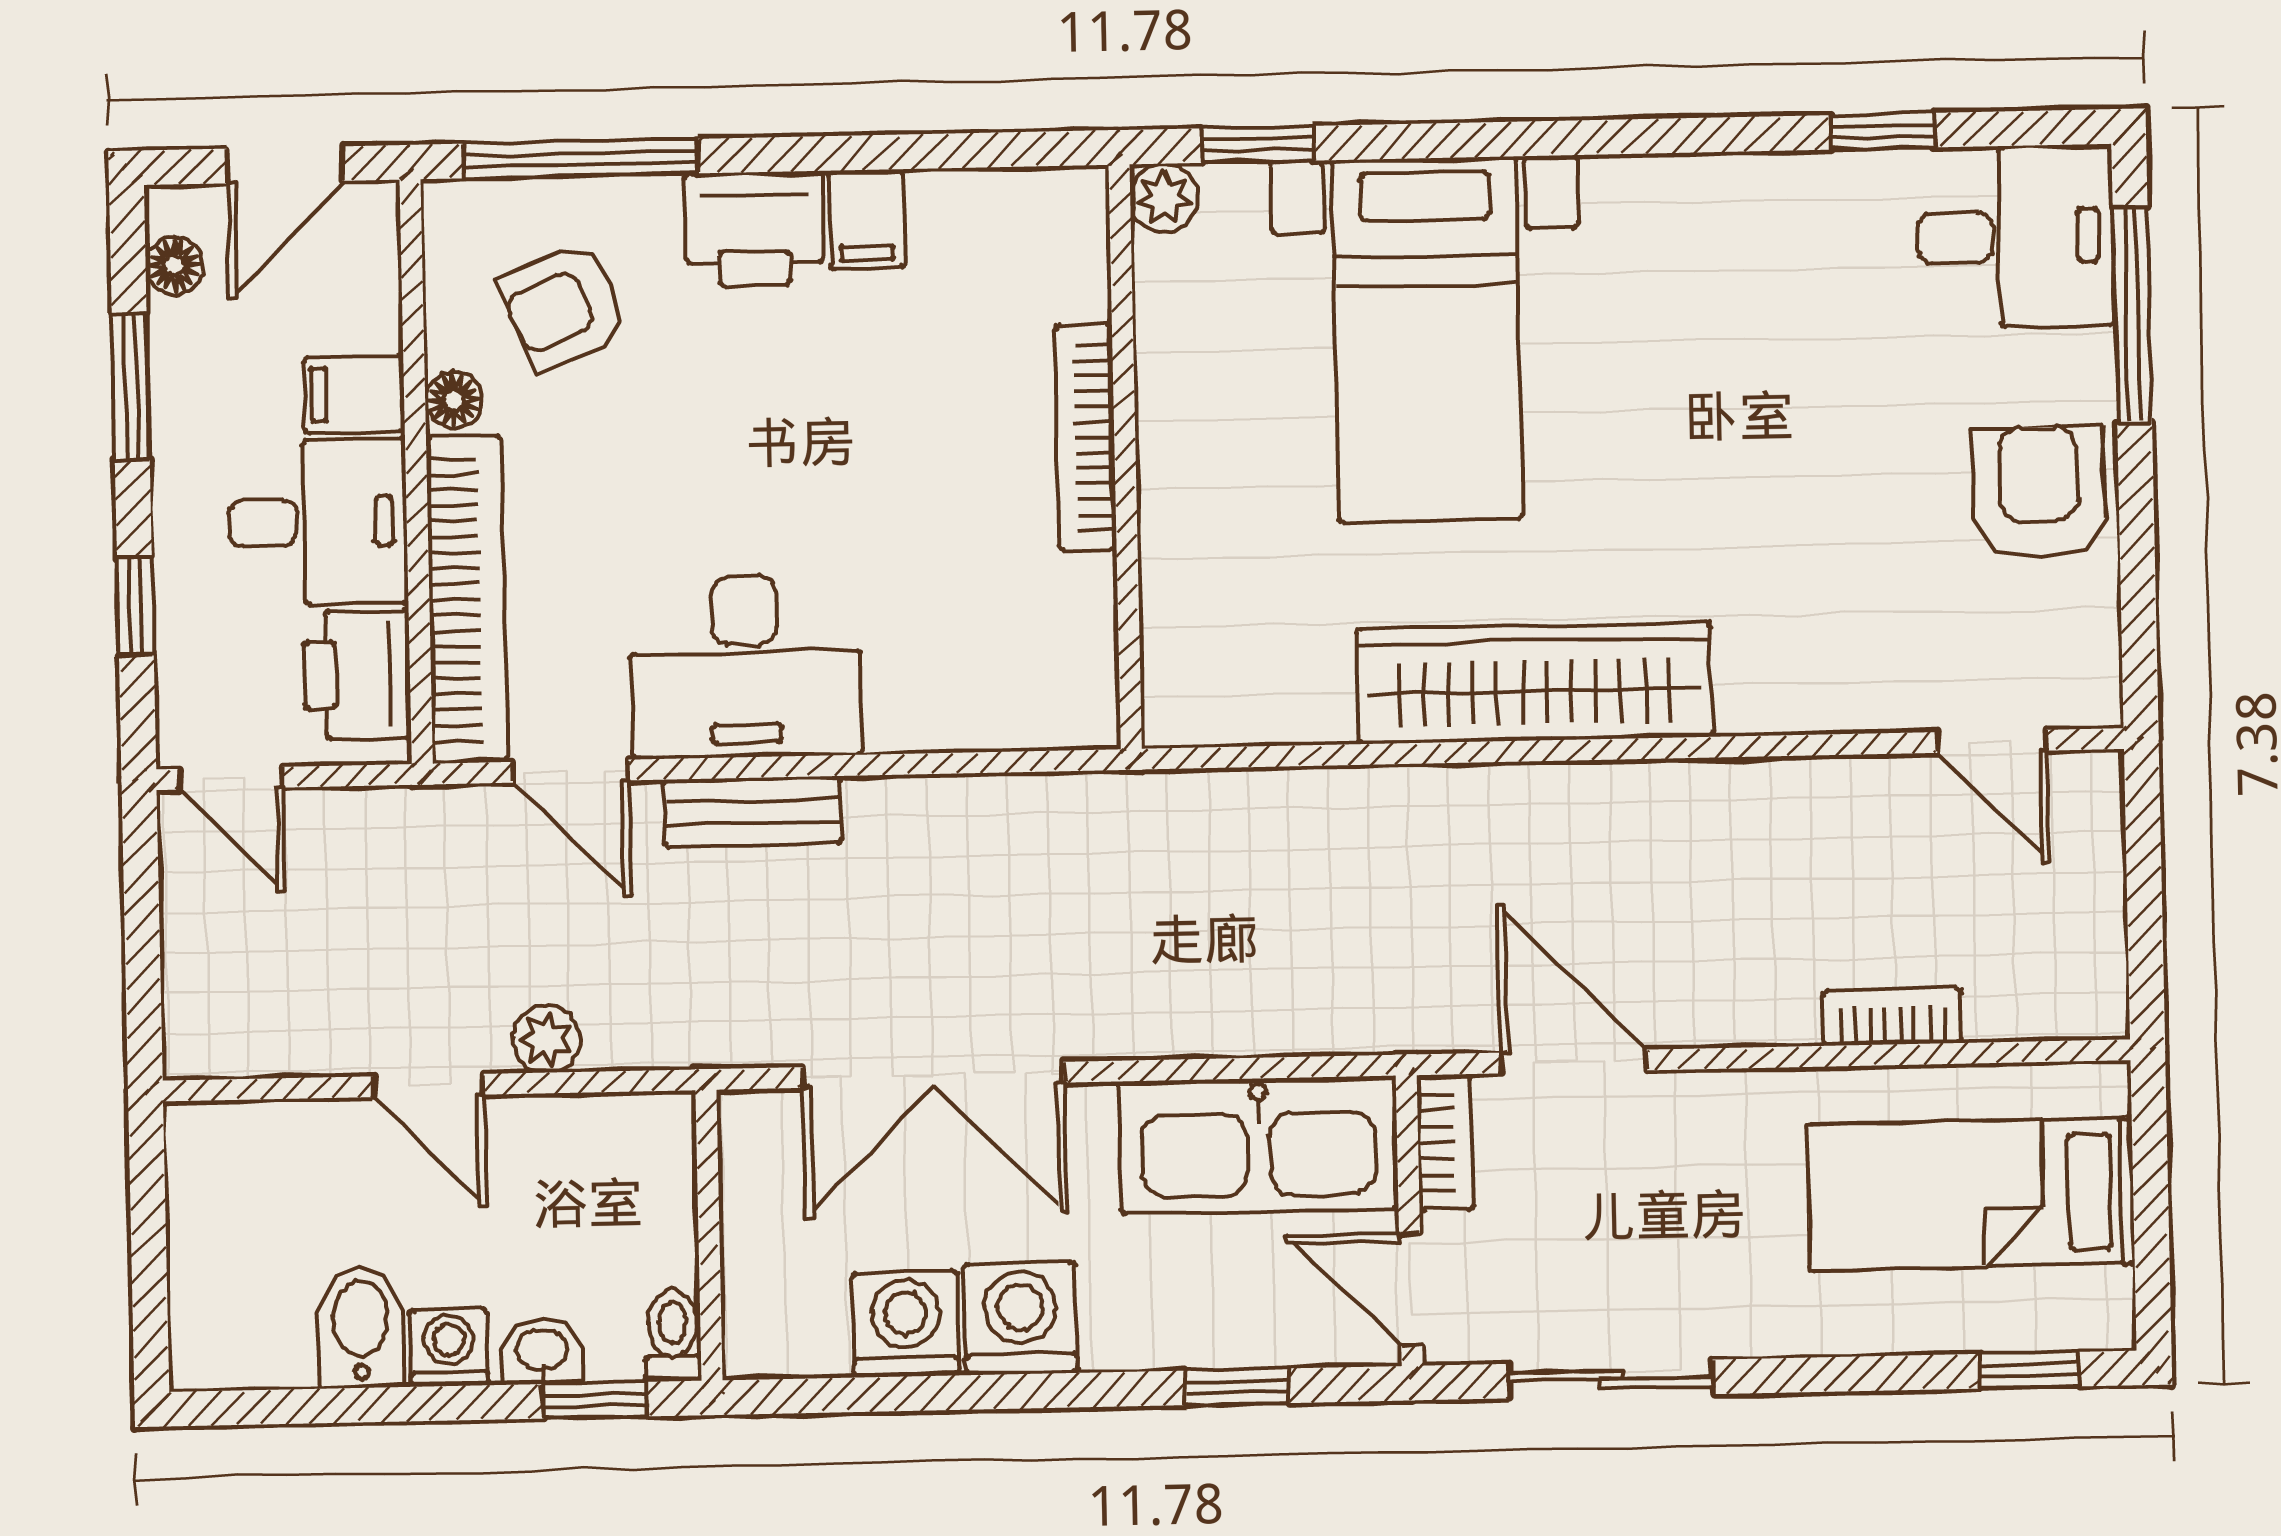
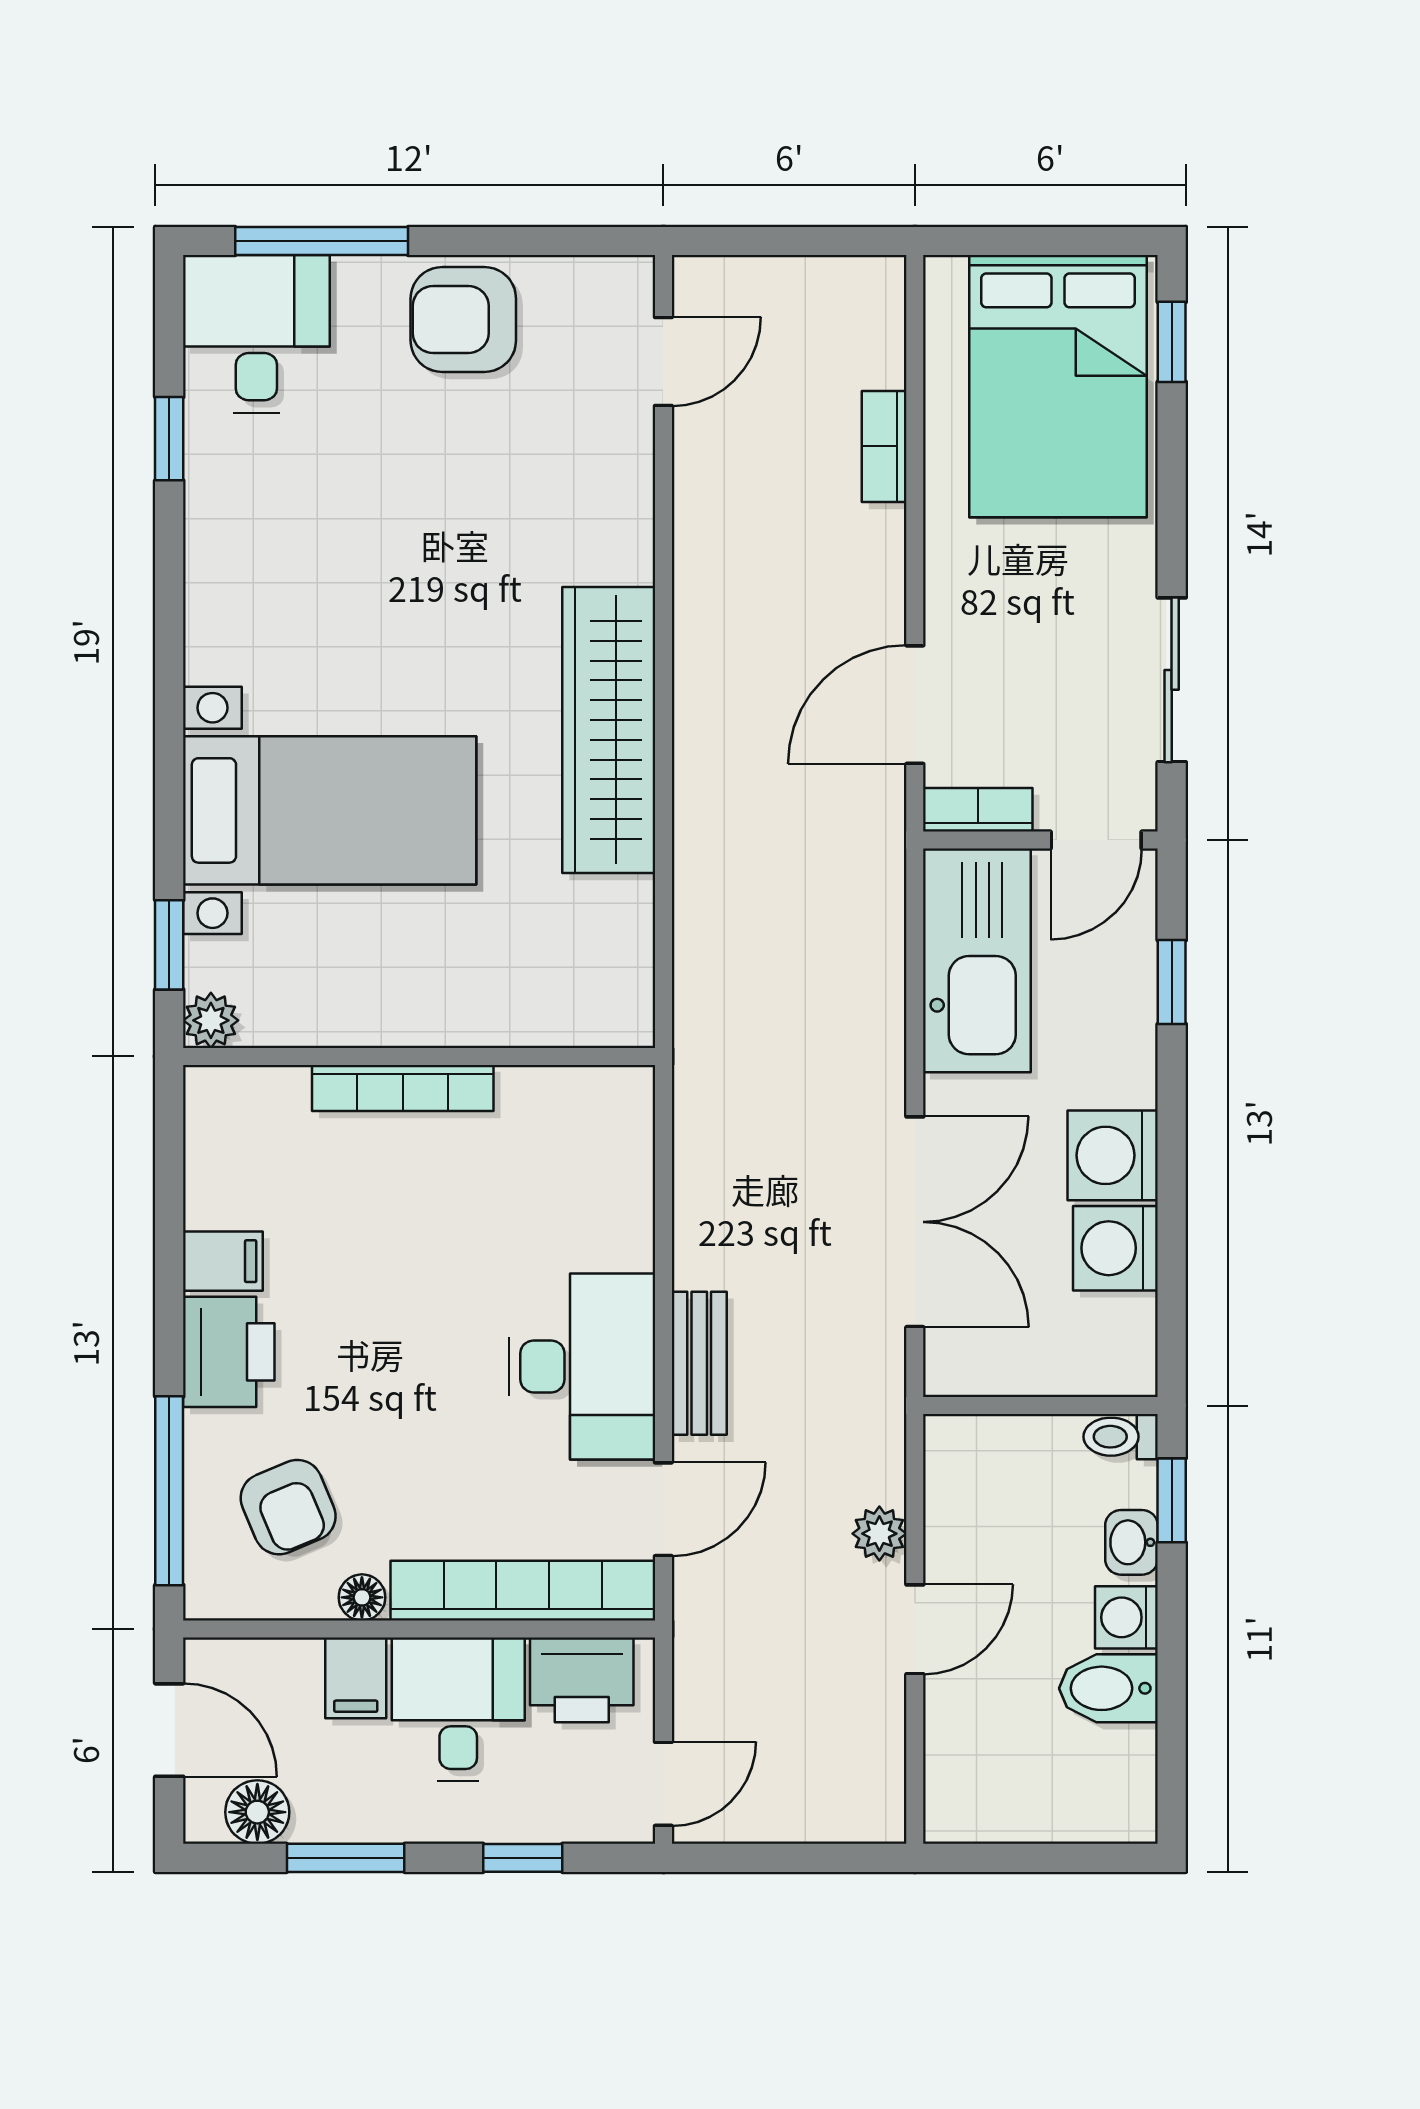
floor lamp: (174, 266) -> (257, 1812), width x1.37, depth x1.37
bed: (1971, 1194) -> (1058, 386), width x1.50

